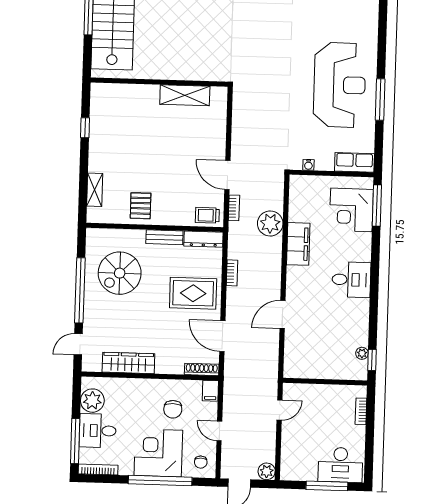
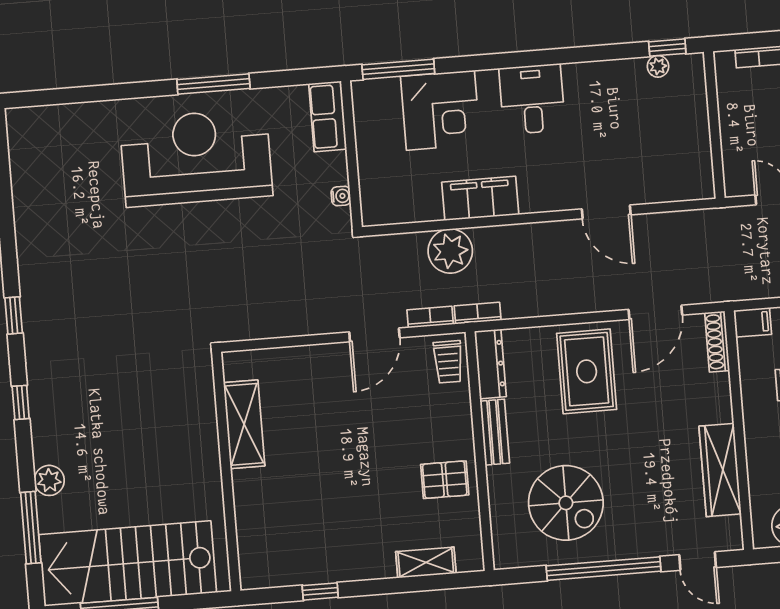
corner desk: (351, 210) -> (440, 110), moved
bookcase: (232, 273) -> (478, 313), moved

